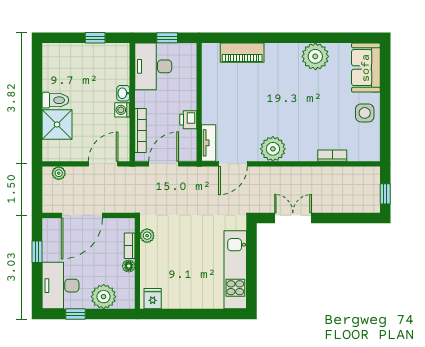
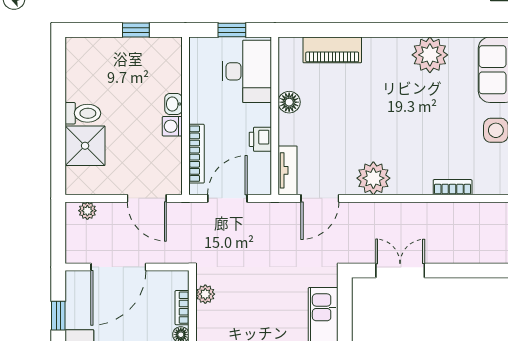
desk: (153, 66) -> (247, 71), moved, turned 180
floor lamp: (210, 92) -> (289, 102), added
door: (103, 164) -> (147, 198), swing flipped

